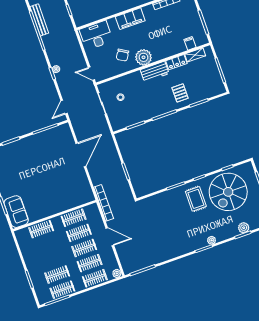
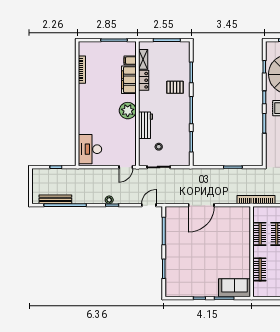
filing cabinet: (130, 19) -> (129, 80), moved, turned 180
chair: (122, 55) -> (118, 130), removed
workbench: (155, 72) -> (146, 125), moved
door: (64, 107) -> (149, 205), swing flipped
door: (81, 155) -> (201, 205), swing flipped

